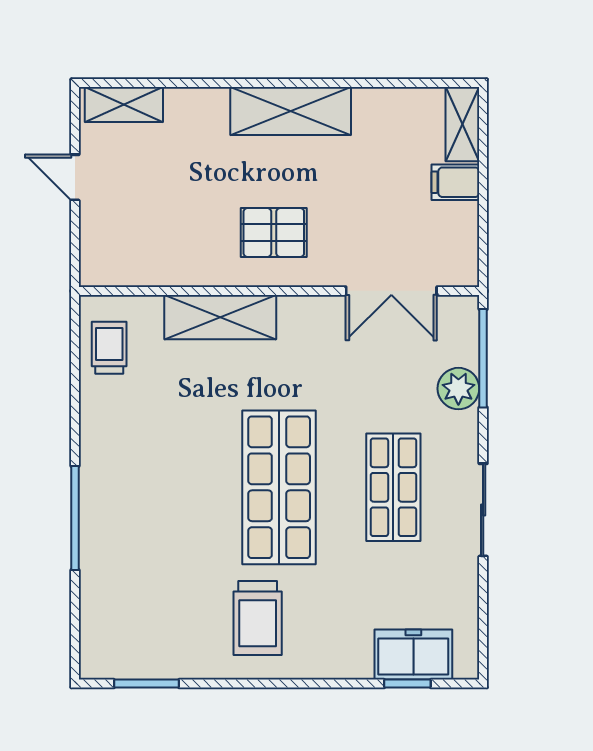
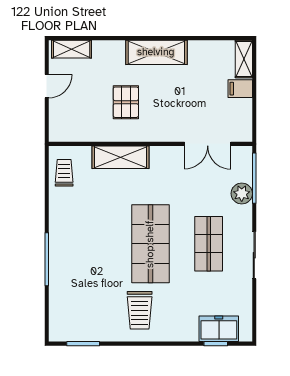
door: (75, 177) -> (47, 86), swing flipped
pallet: (274, 232) -> (126, 102), moved, turned 90

